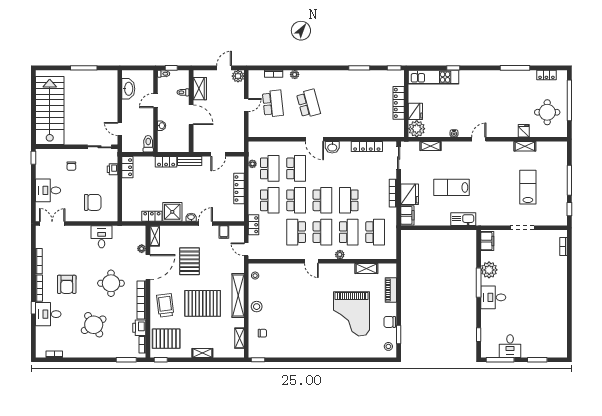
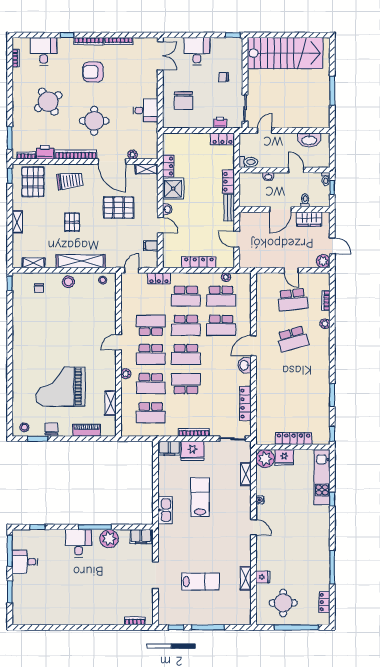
pallet: (203, 303) -> (72, 222), width x0.49, depth x0.50
desk: (48, 314) -> (44, 51), moved

